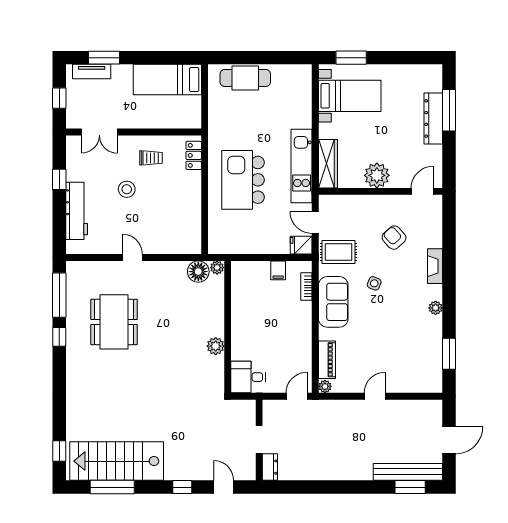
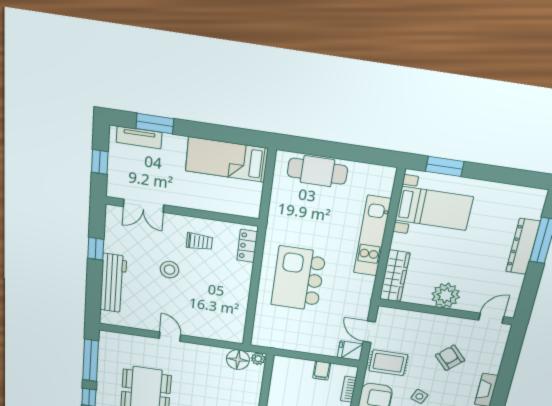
kitchen unit: (302, 166) -> (372, 236), moved

